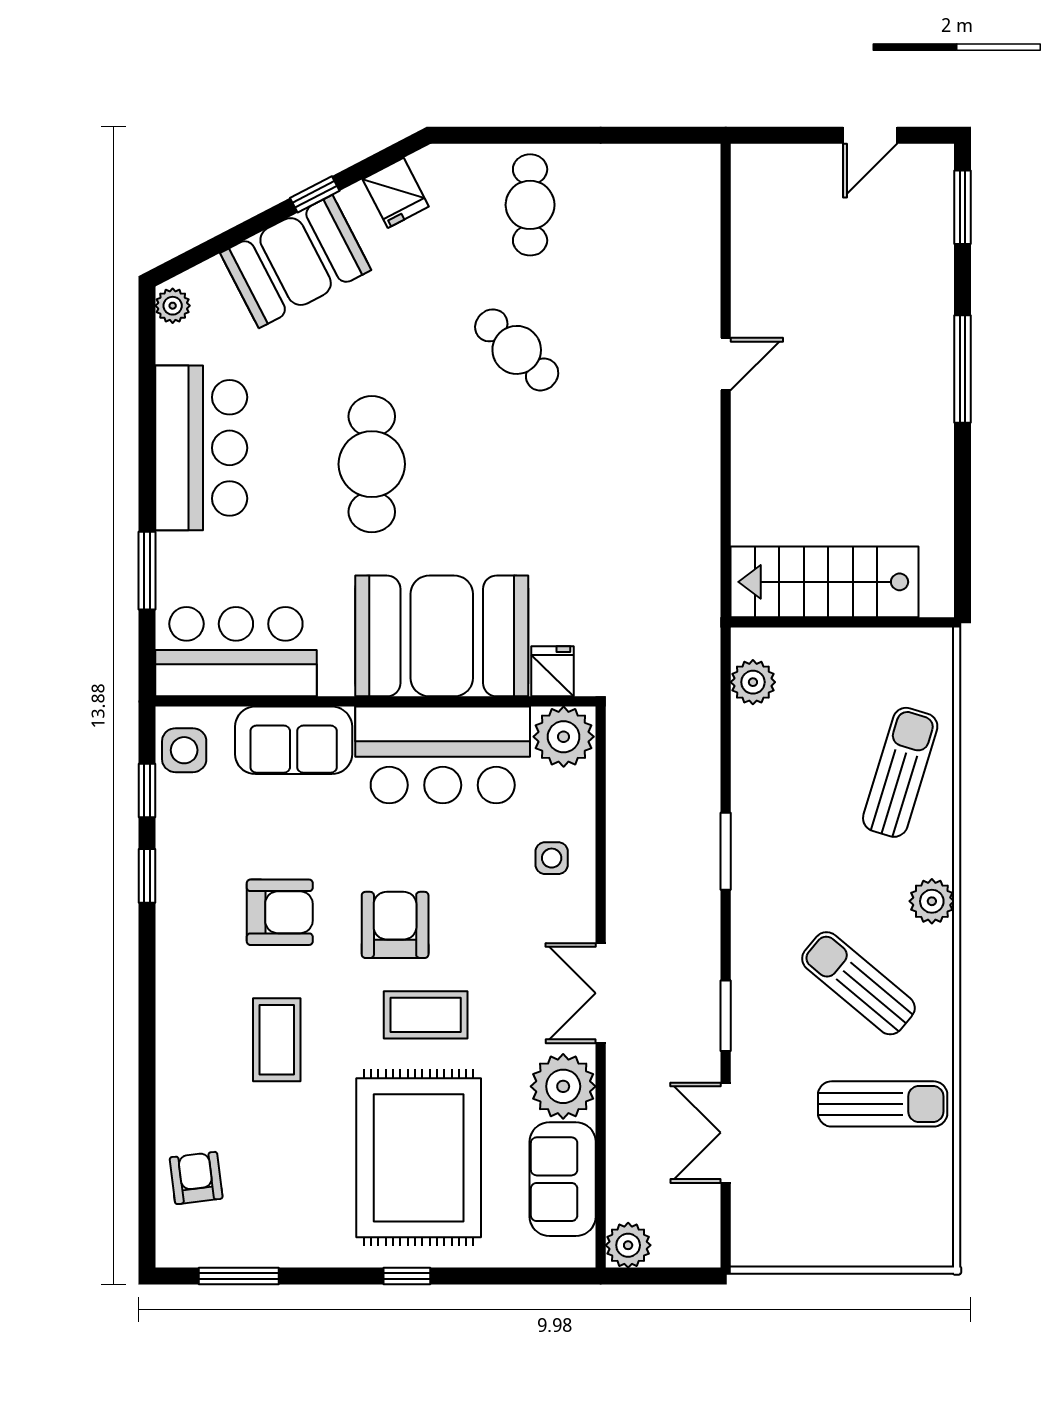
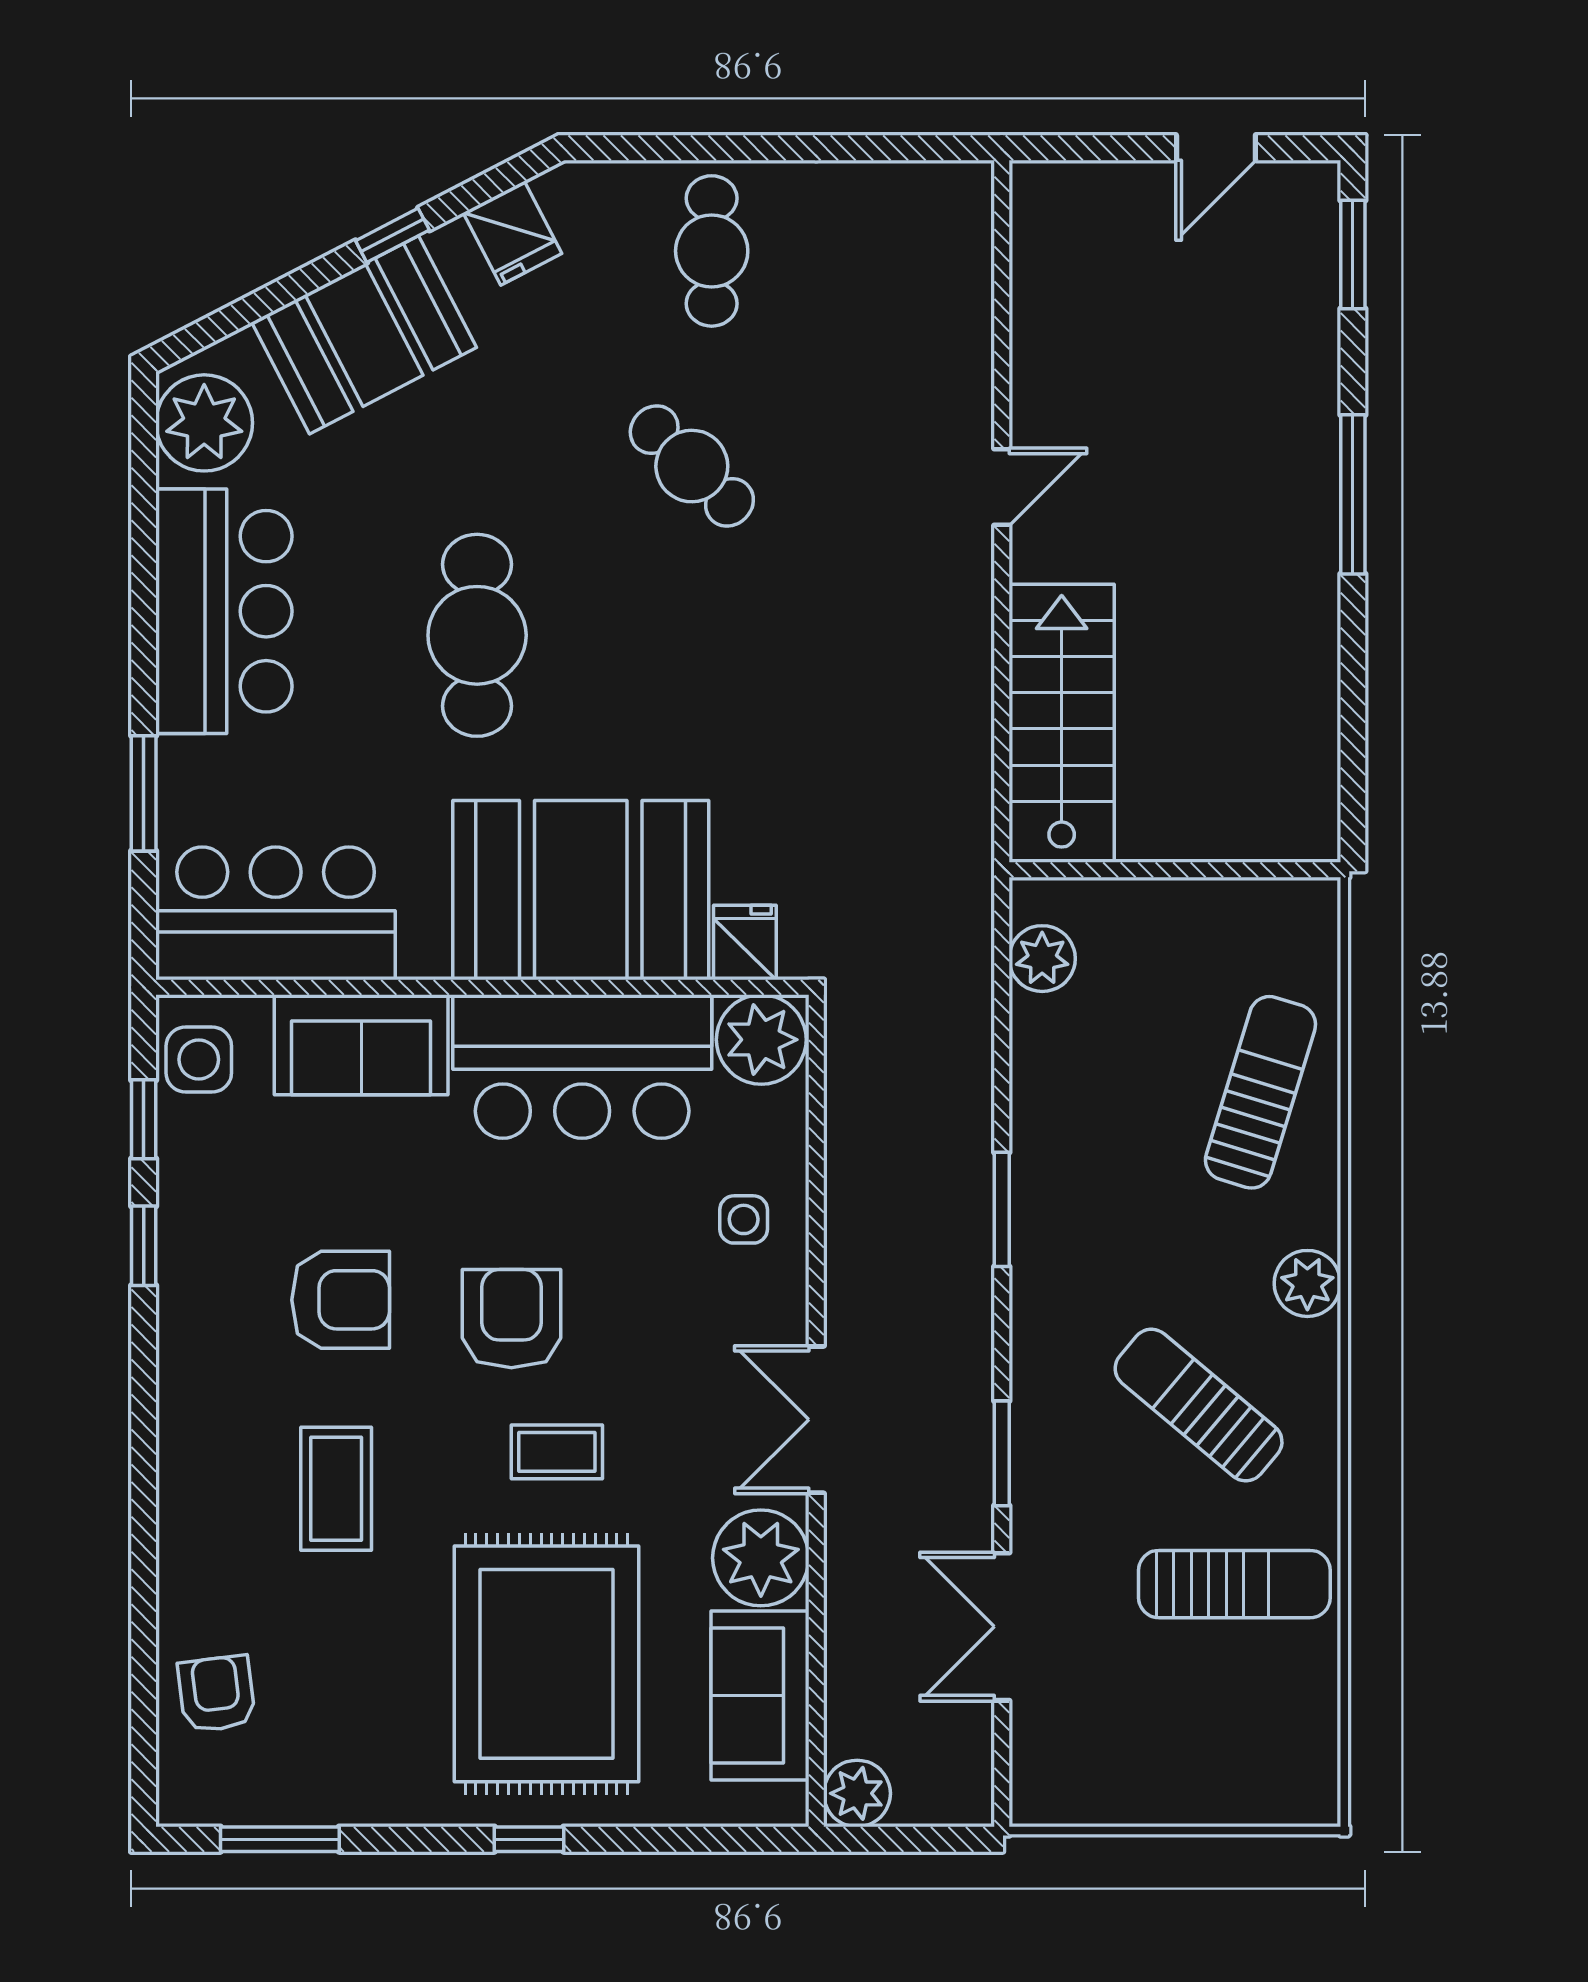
plant: (173, 306) -> (204, 423), width x1.87, depth x1.87
stairs: (824, 582) -> (1062, 723), moved, turned 90
coffee table: (426, 1015) -> (557, 1452), width x0.73, depth x0.77

